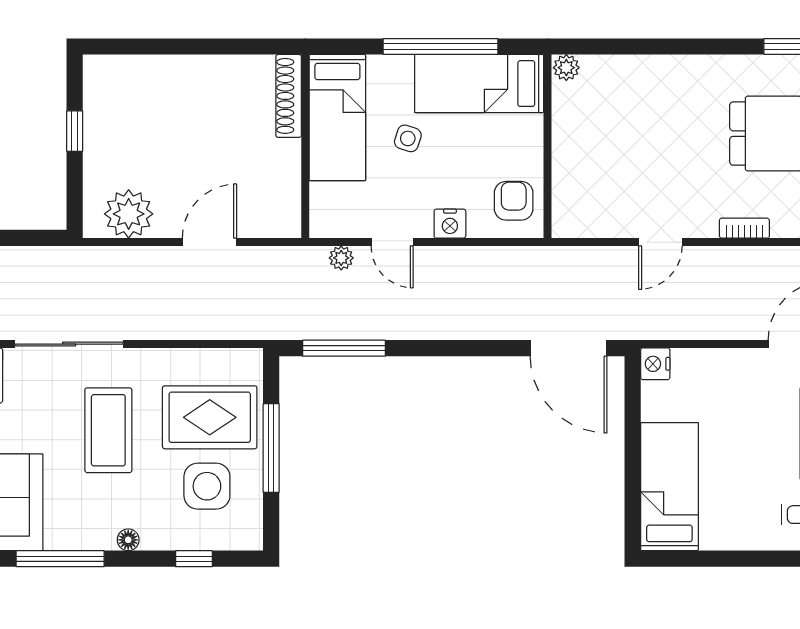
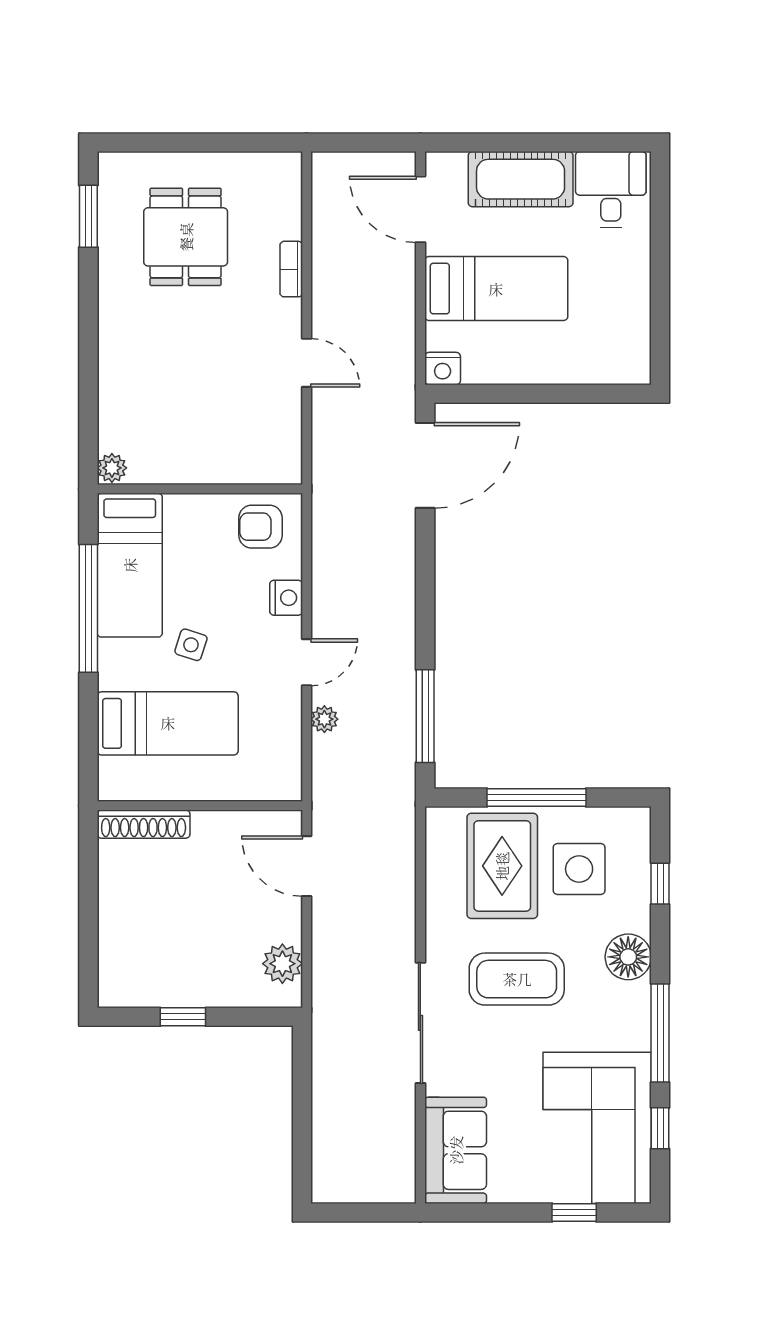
shoe rack: (289, 96) -> (144, 824), moved
wall: (305, 146) -> (200, 806), moved
plant: (129, 214) -> (282, 964), width x0.73, depth x0.73
bed: (669, 487) -> (496, 289), moved, turned 180
floor lamp: (128, 540) -> (628, 957), width x1.89, depth x1.89

